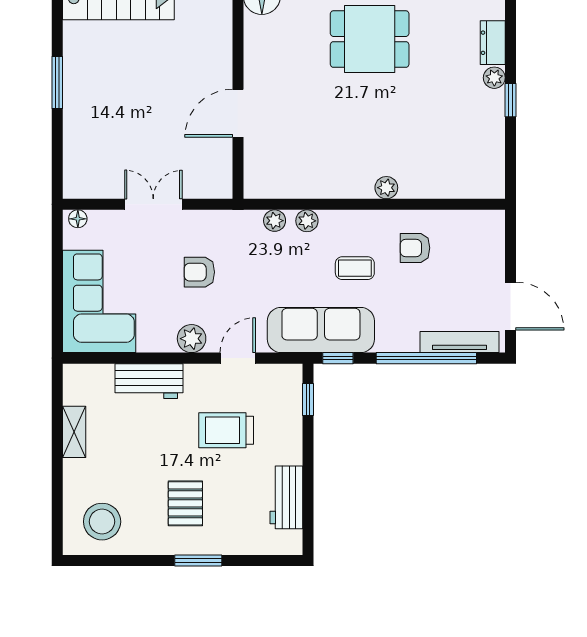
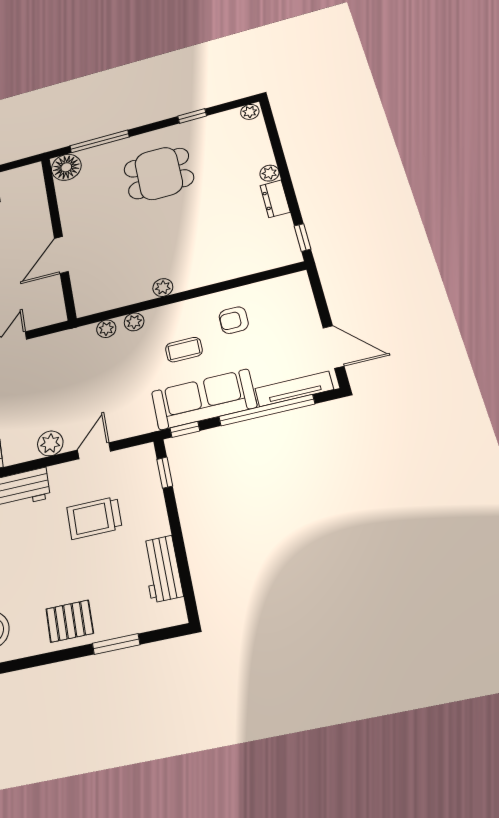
dresser: (493, 43) -> (275, 199), moved
window: (510, 100) -> (302, 238), moved
plant: (386, 188) -> (163, 288), moved
armchair: (199, 272) -> (49, 386), removed
sofa: (321, 330) -> (204, 399), moved
pallet: (185, 503) -> (70, 621), moved, turned 90
window: (198, 560) -> (116, 644), moved

